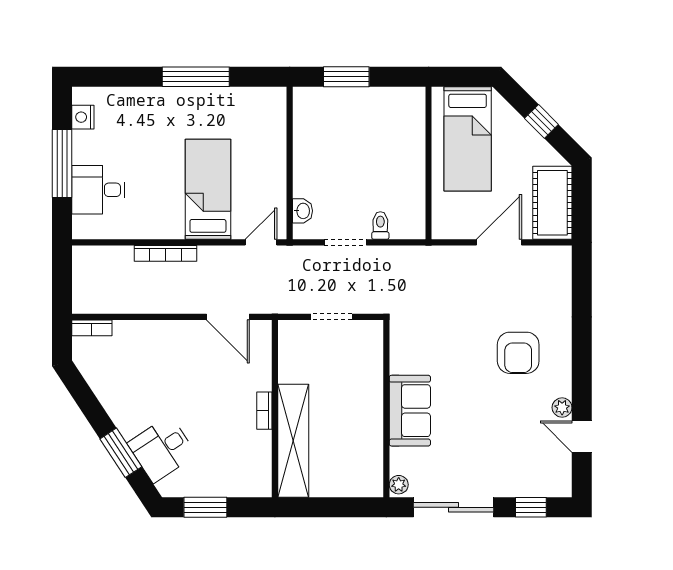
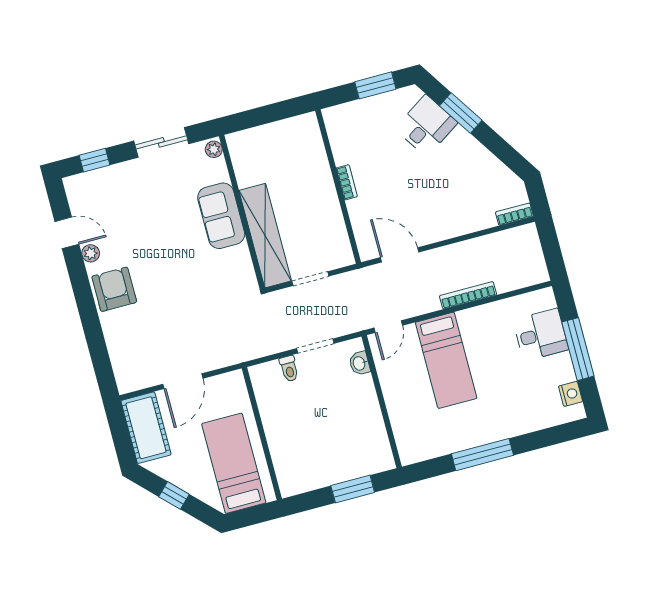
armchair: (518, 353) -> (114, 289), moved
shelving: (293, 441) -> (265, 236), moved
sliding door: (454, 507) -> (161, 142), width x0.73

